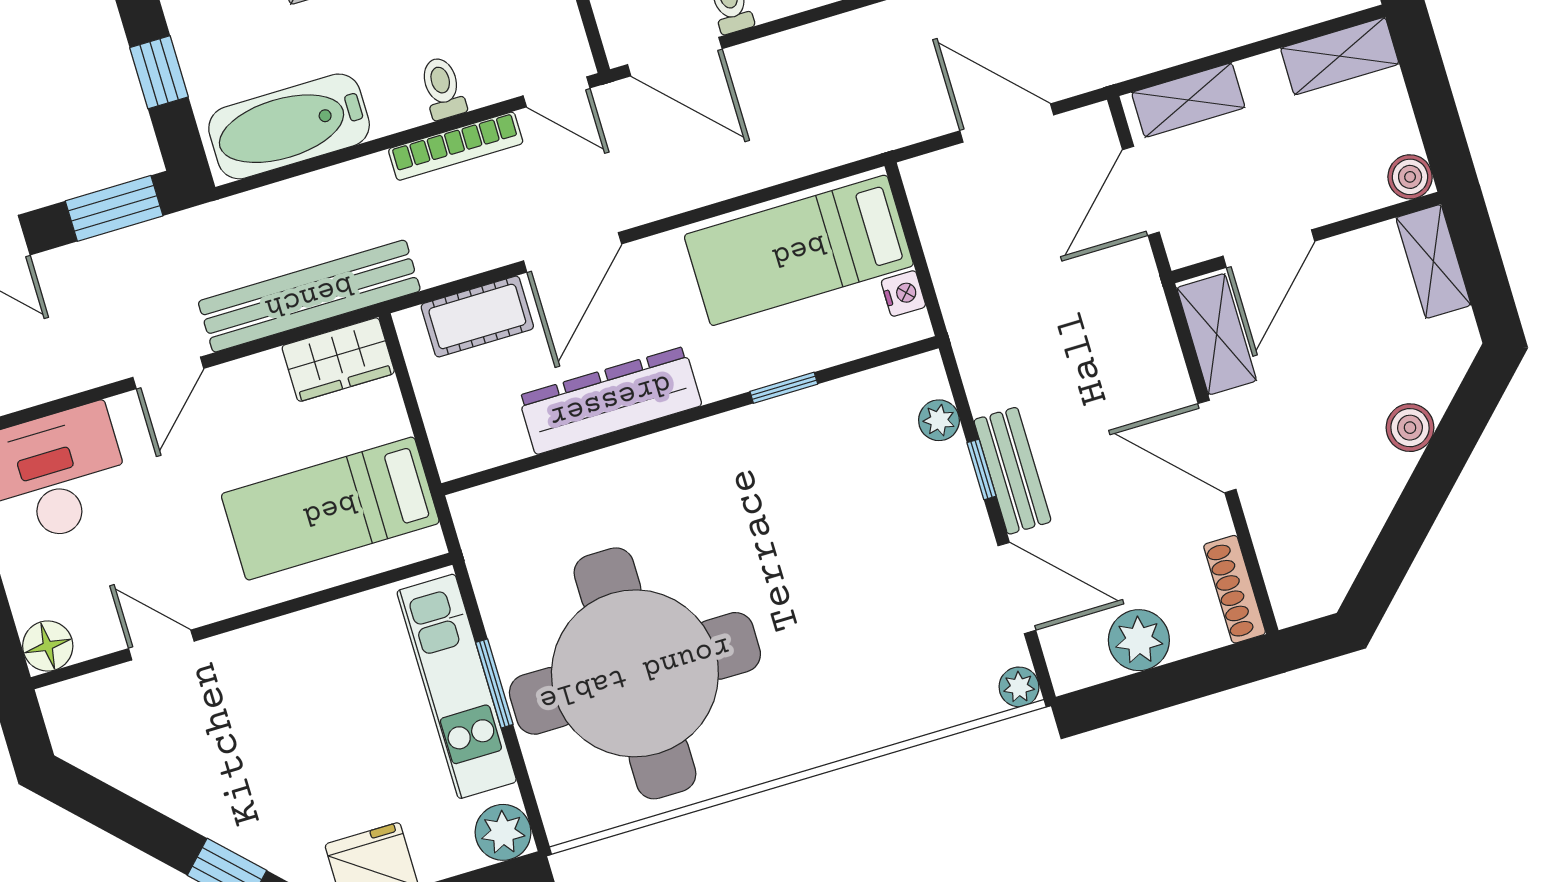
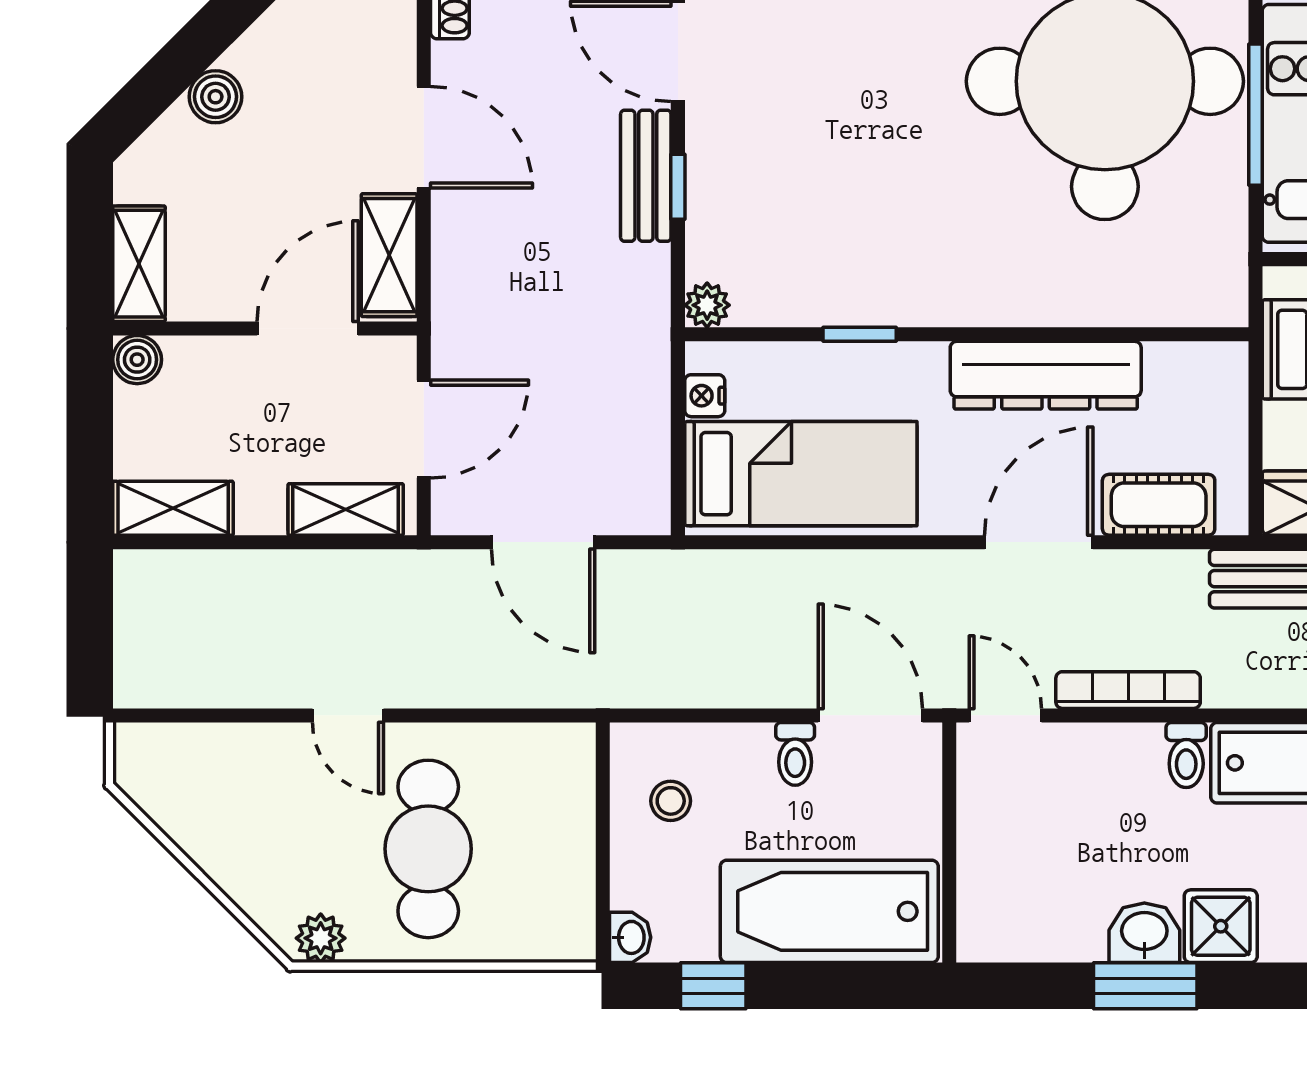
toilet: (443, 88) -> (1186, 755), moved
plant: (939, 420) -> (707, 305), moved
window: (494, 683) -> (1255, 115), width x1.44

